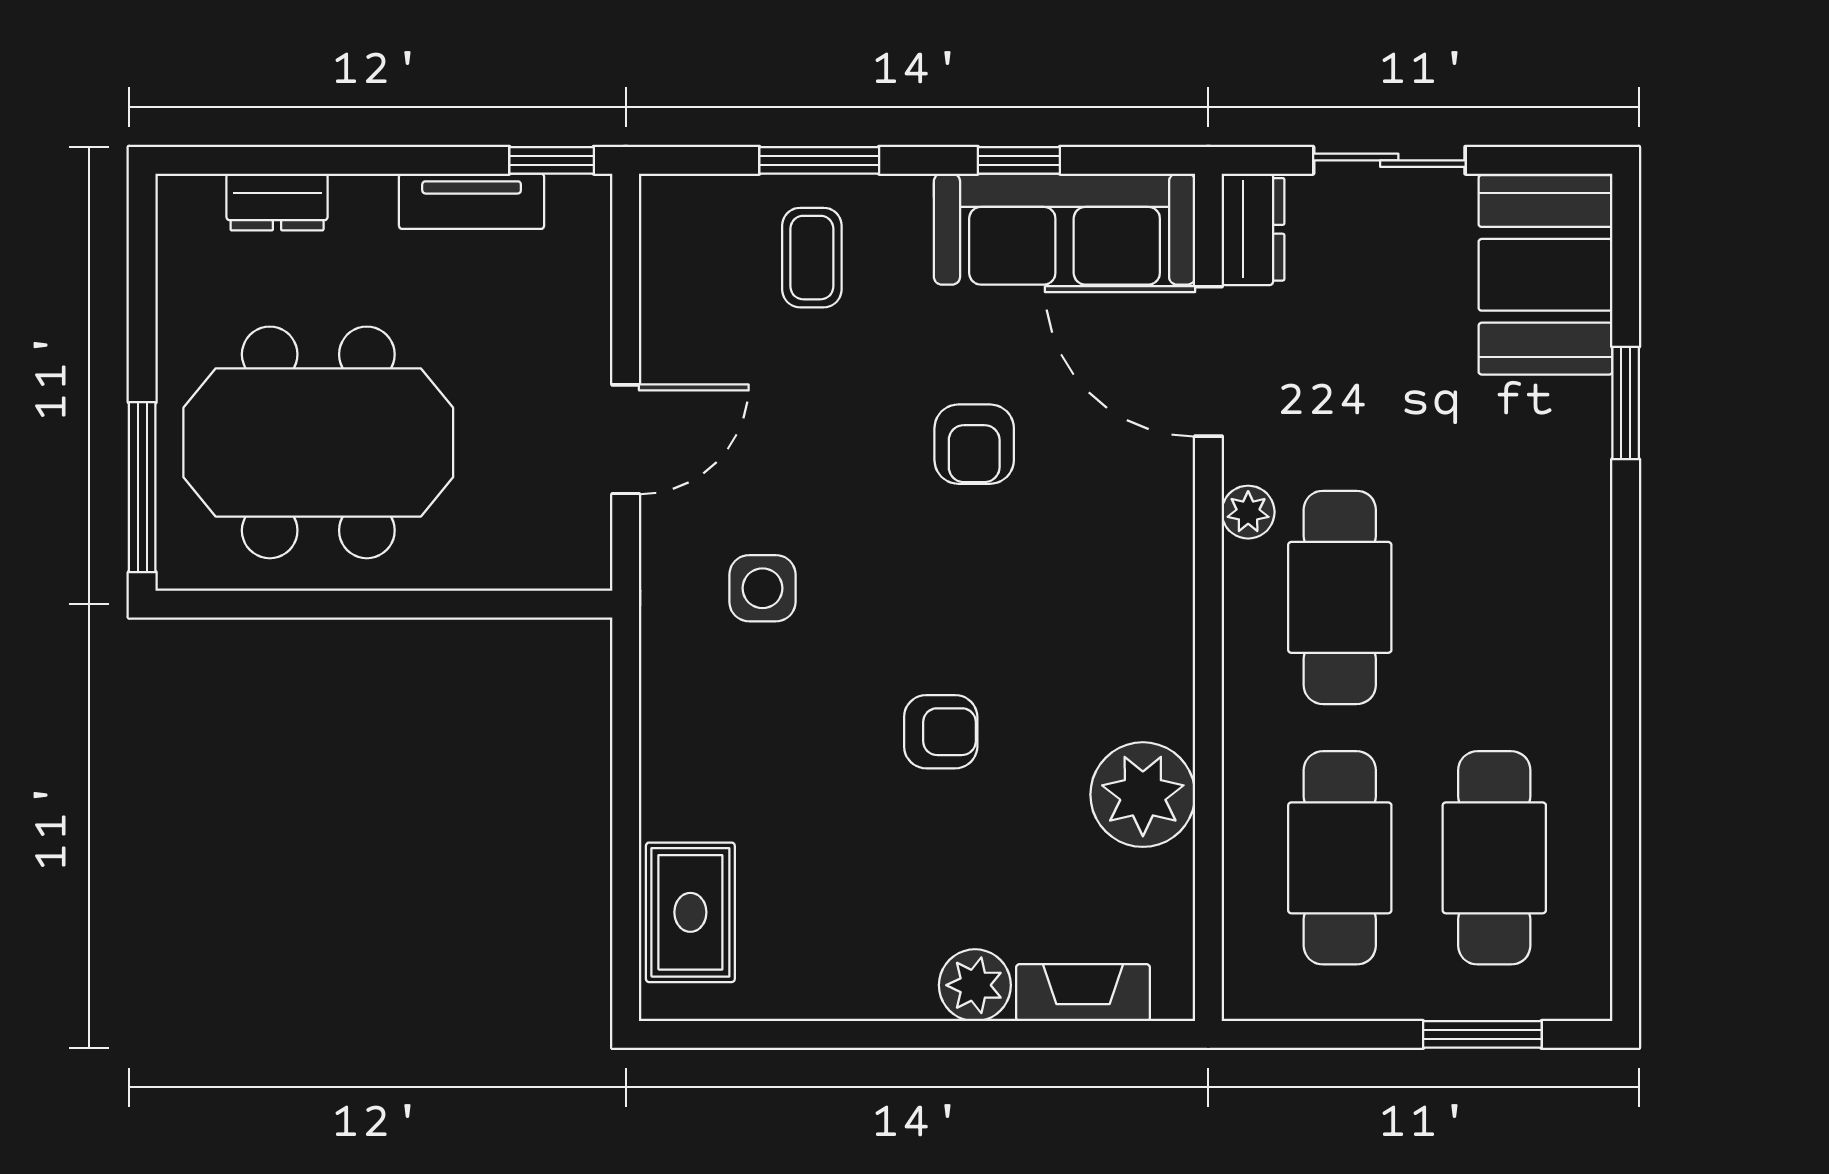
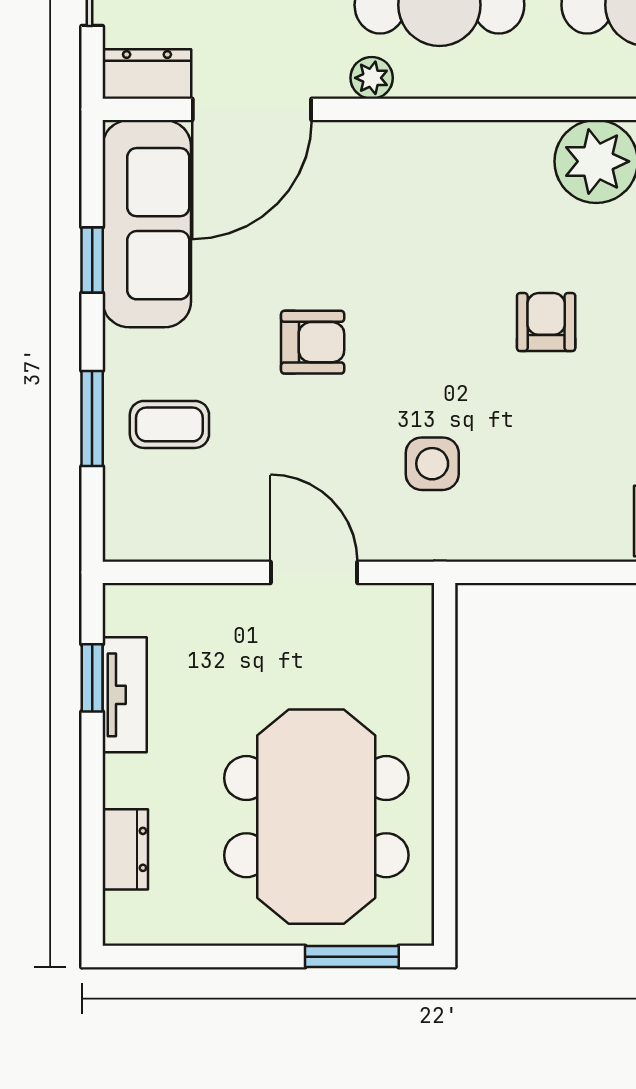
window: (552, 160) -> (92, 678), moved
armchair: (974, 444) -> (313, 342), moved
window: (142, 487) -> (352, 957), width x0.69

